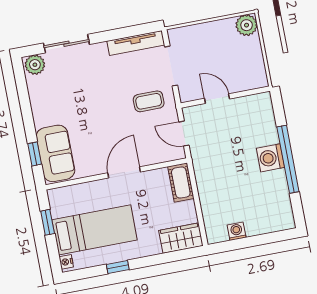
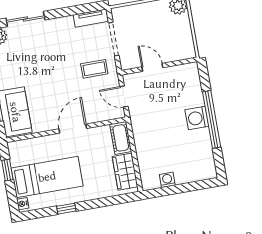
tv unit: (136, 43) -> (91, 18), width x0.71
wardrobe: (181, 238) -> (125, 172), moved, turned -90

